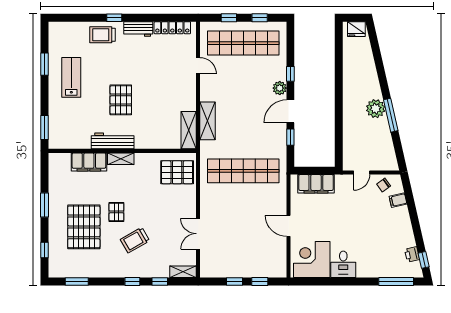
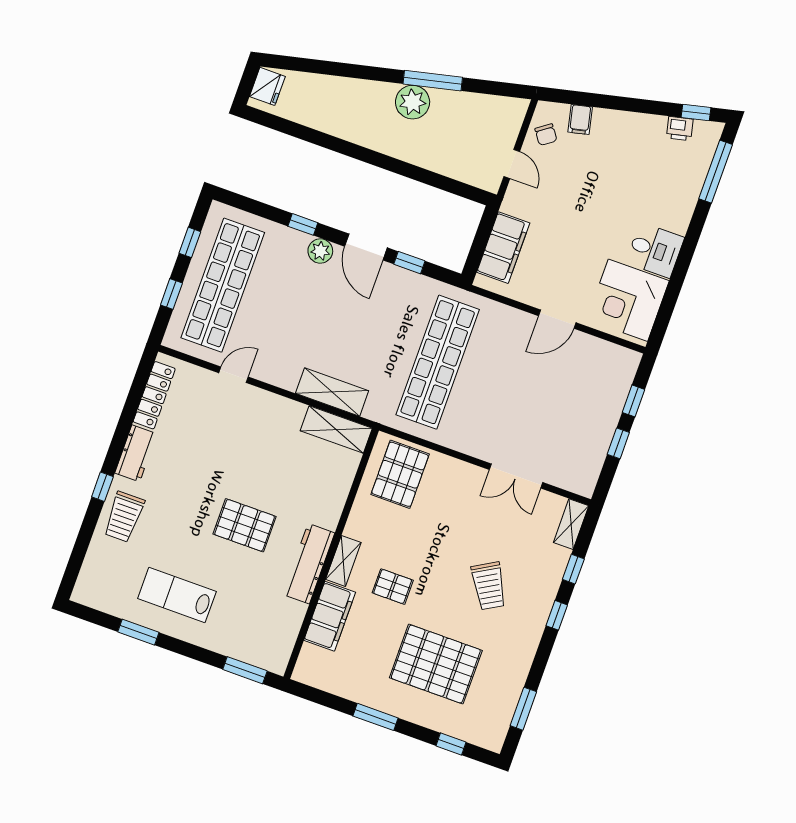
pallet: (116, 212) -> (393, 587), moved

